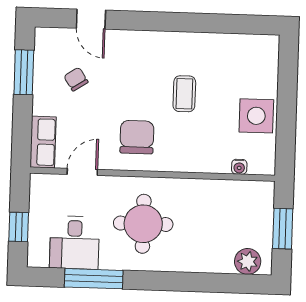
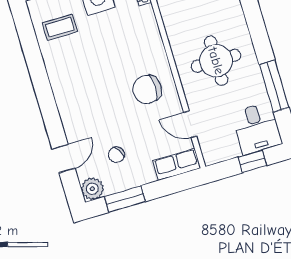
plant: (47, 40) -> (92, 189), added
coffee table: (184, 94) -> (60, 27), moved
desk: (75, 243) -> (257, 128), moved, turned 90

